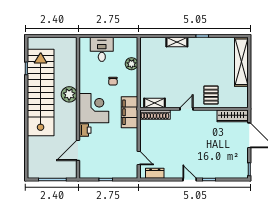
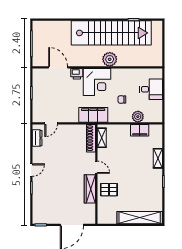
filing cabinet: (146, 62) -> (140, 130), added
wardrobe: (233, 116) -> (90, 189), moved

